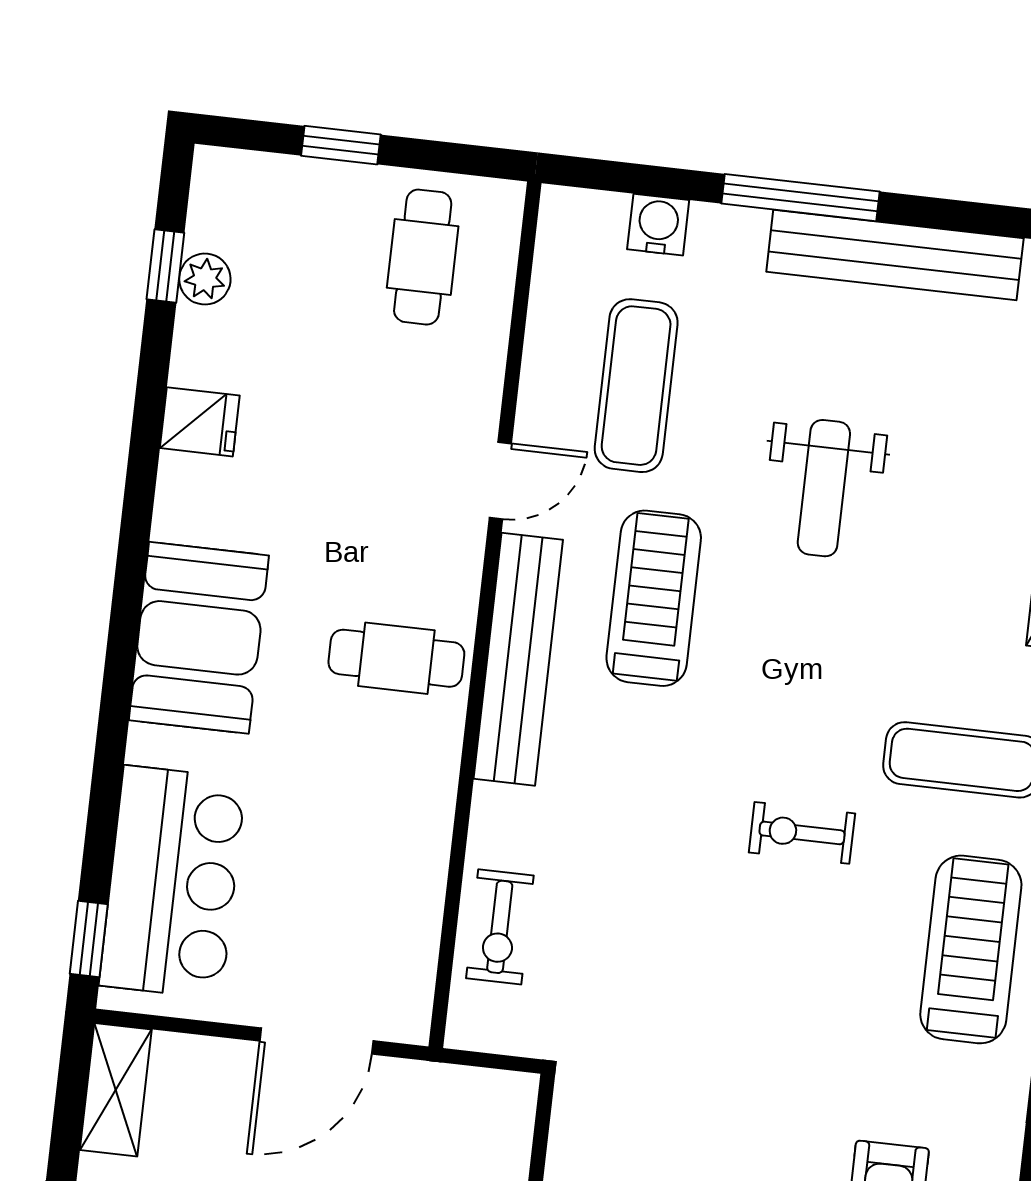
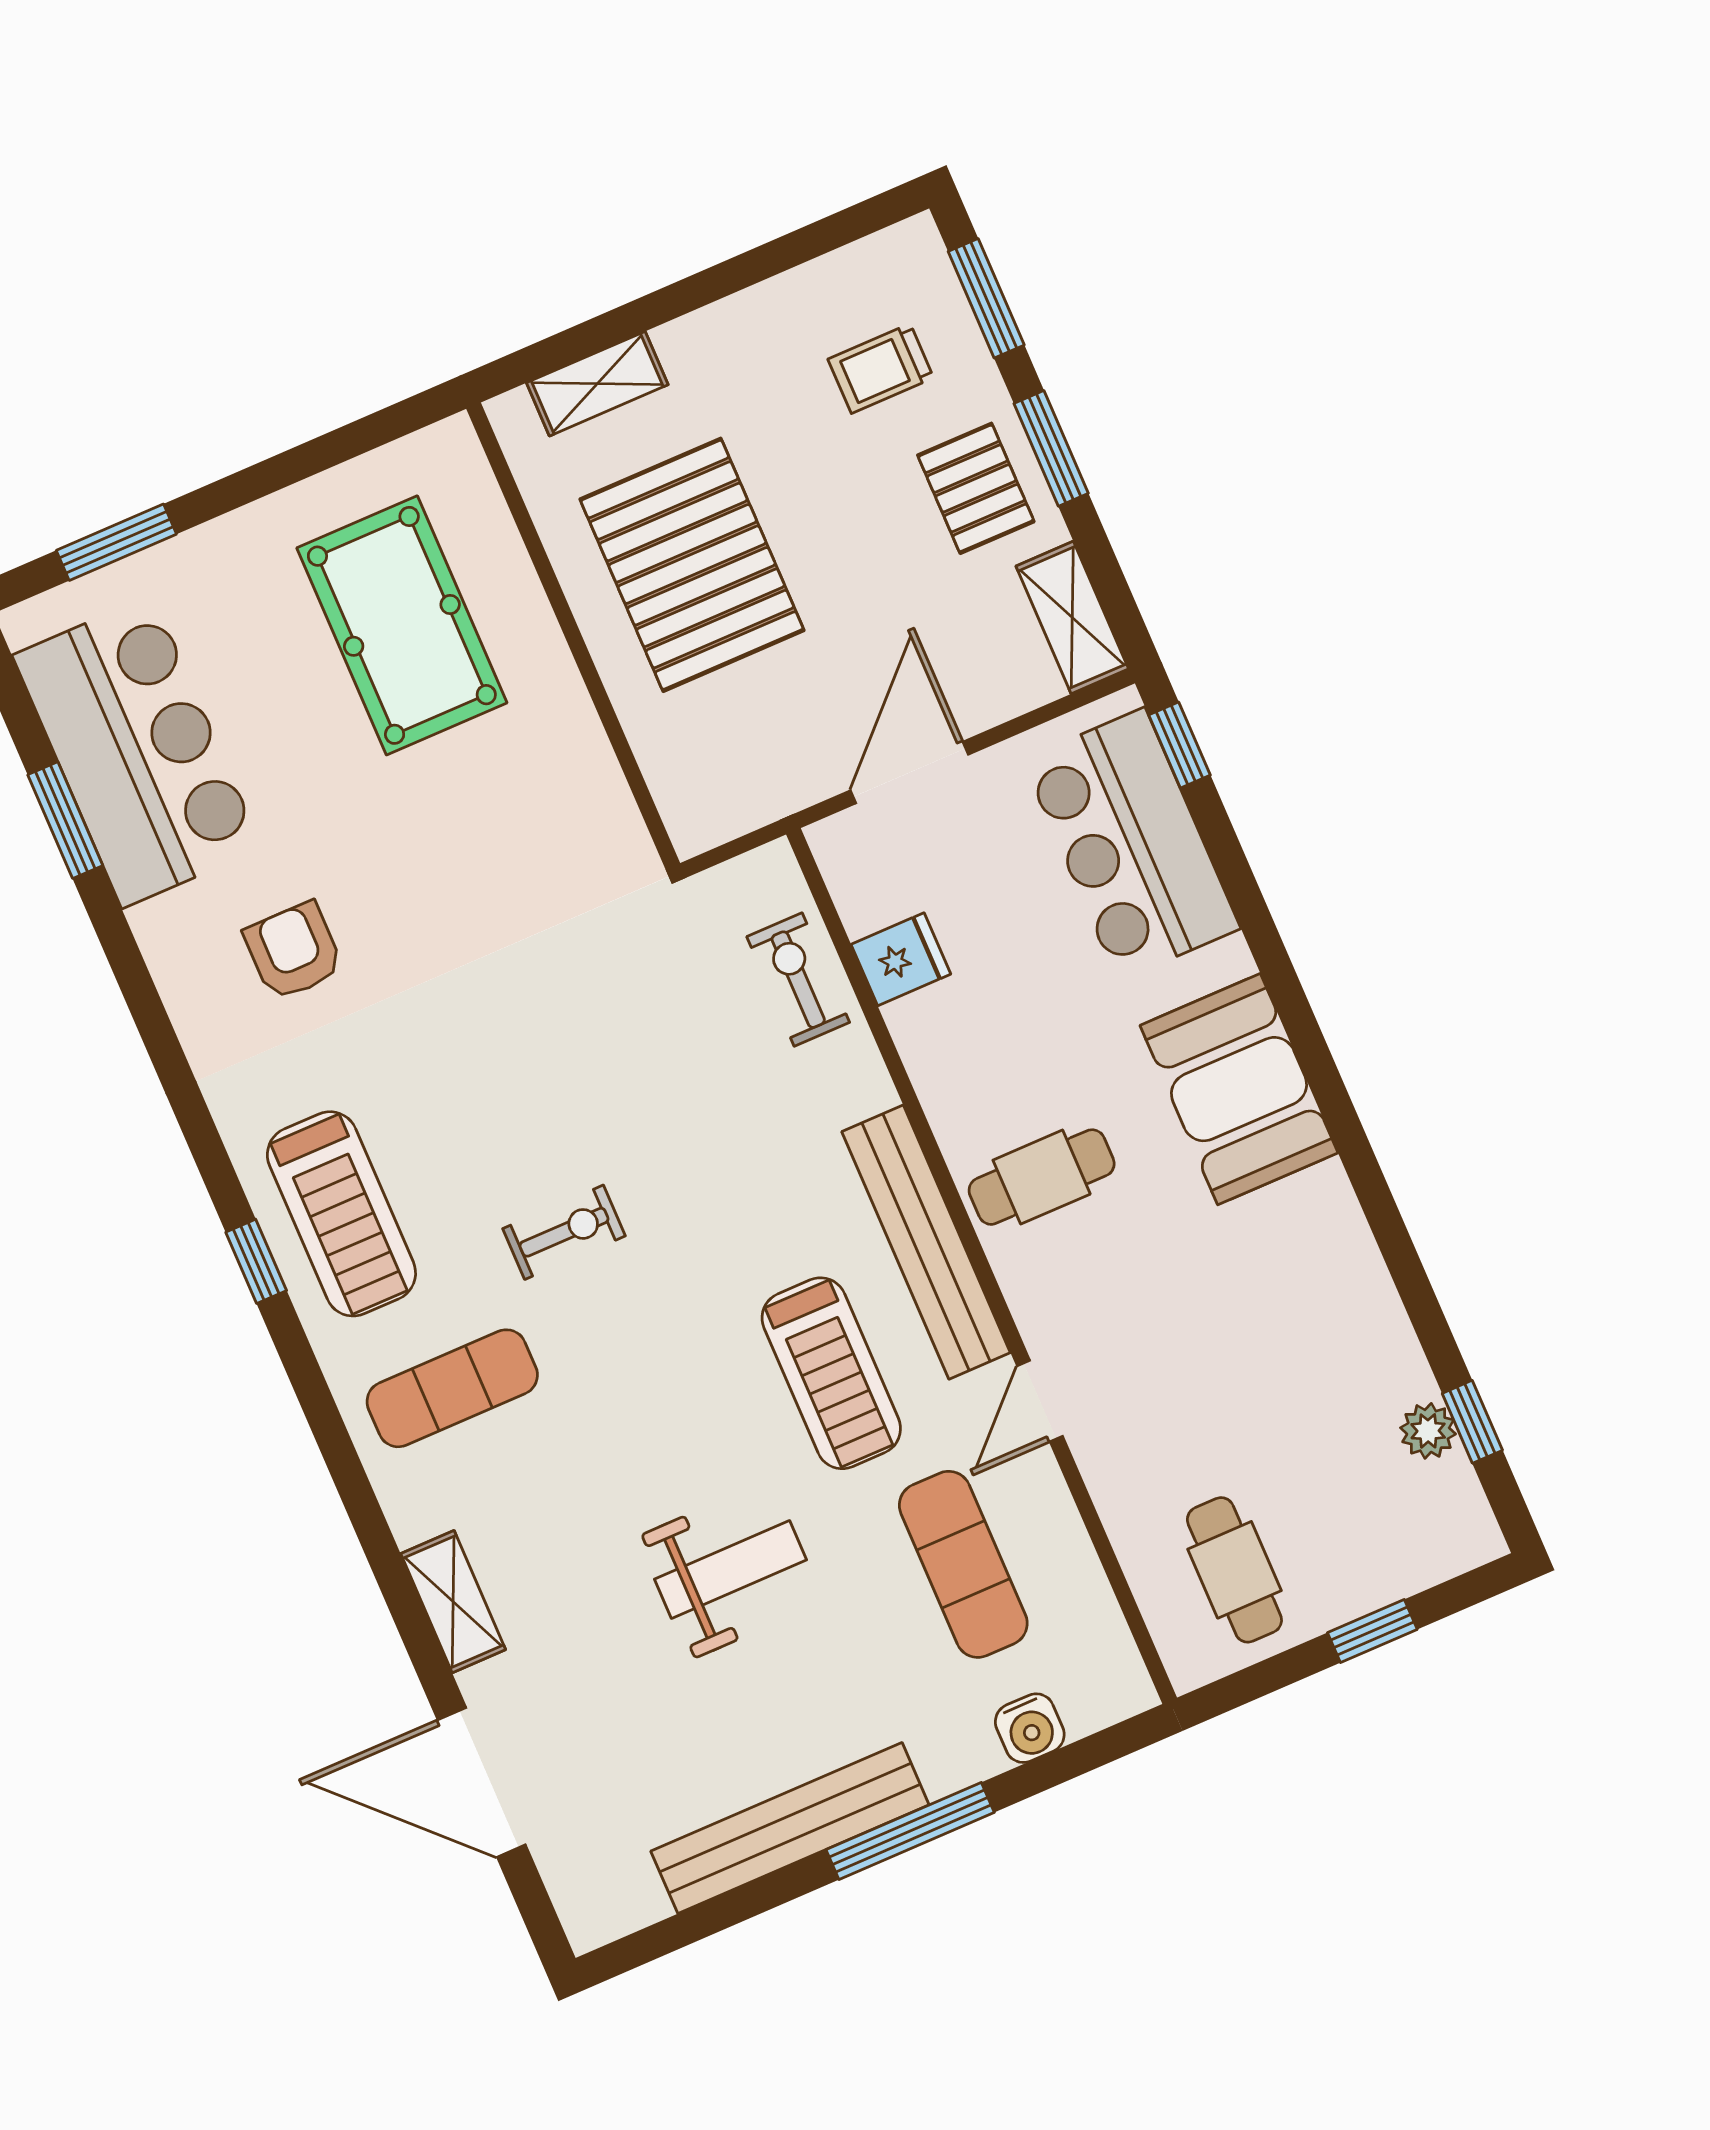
fridge: (200, 422) -> (901, 959), moved, turned 180
weight bench: (824, 488) -> (731, 1569), turned 90

